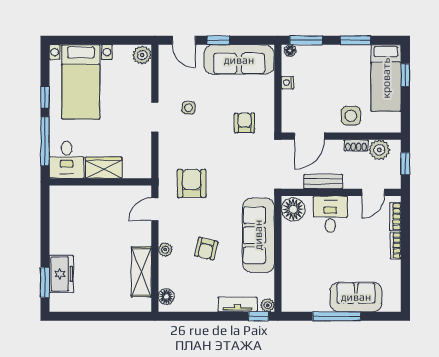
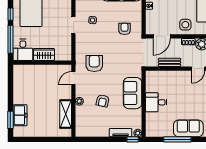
floor lamp: (293, 209) -> (152, 78), removed
desk: (330, 214) -> (156, 102), moved, turned -90
sofa: (258, 235) -> (133, 93), width x0.73
floor lamp: (166, 297) -> (80, 128), removed

